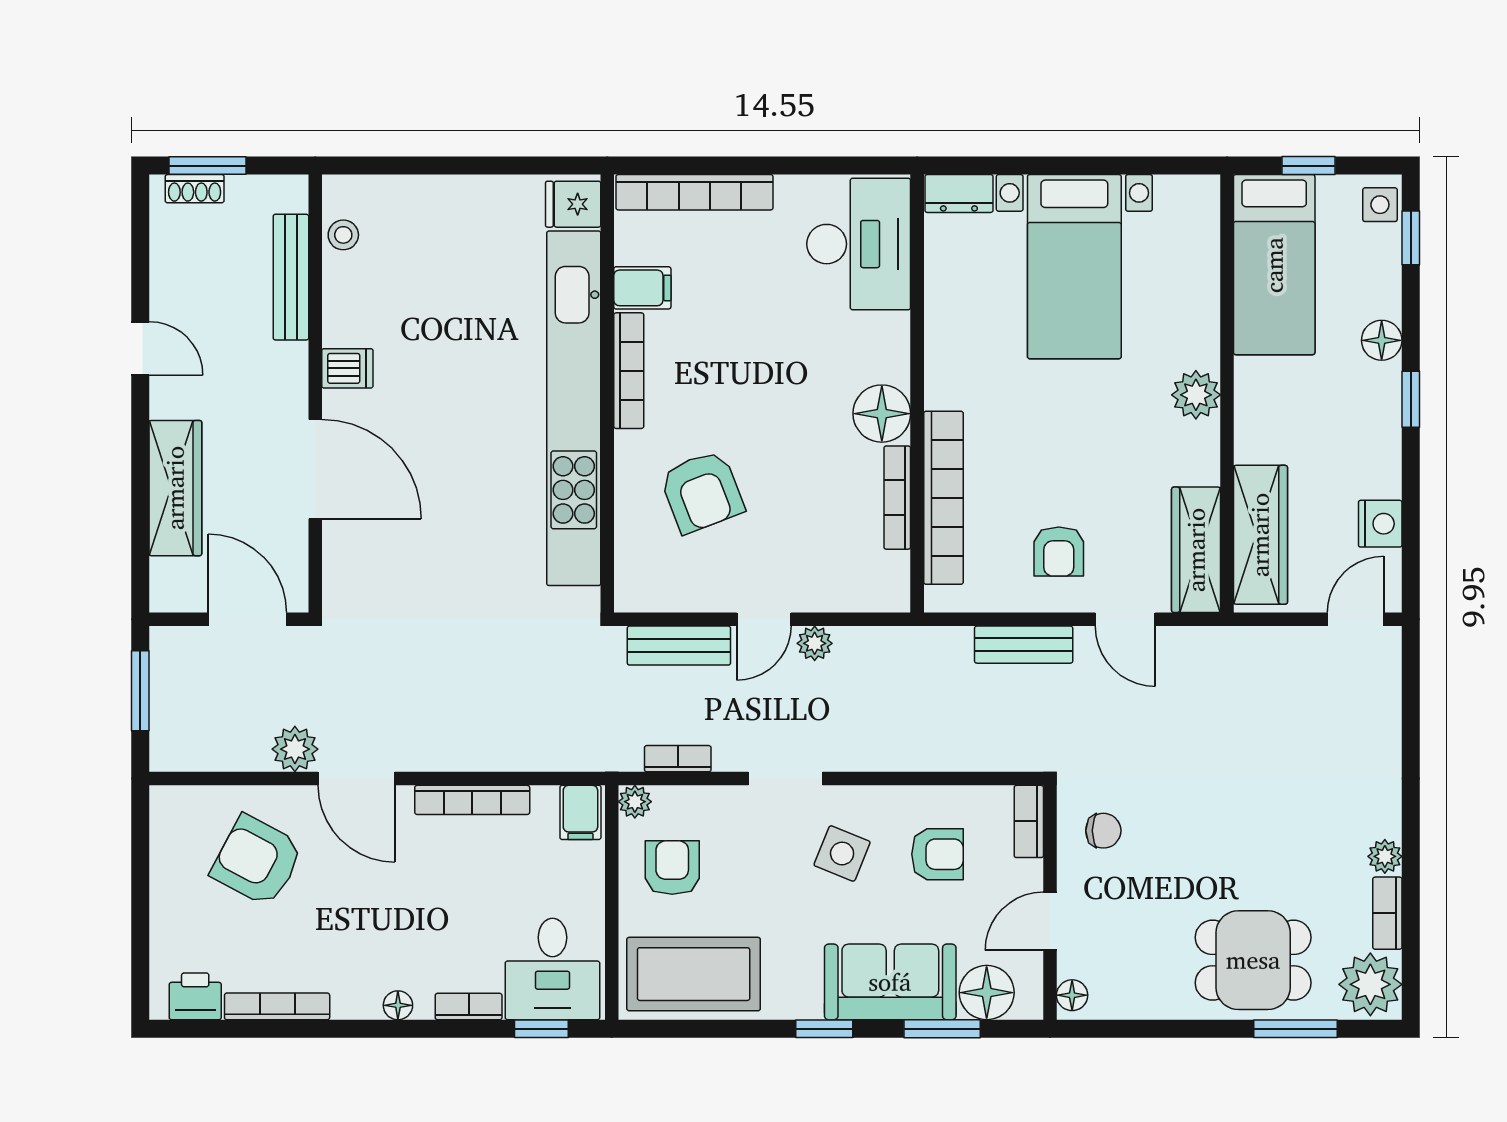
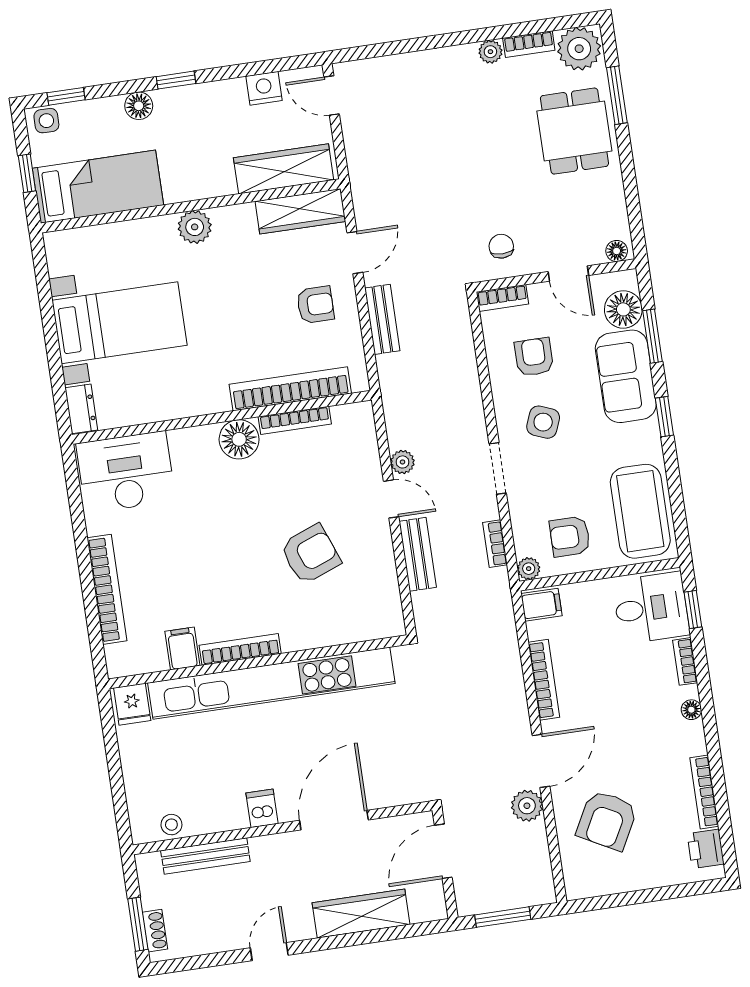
fridge: (573, 204) -> (132, 704), moved
filing cabinet: (642, 288) -> (182, 648), moved
bookcase: (629, 371) -> (240, 649), moved
wall: (607, 394) -> (258, 662), moved
kitchen unit: (574, 408) -> (271, 683), moved

